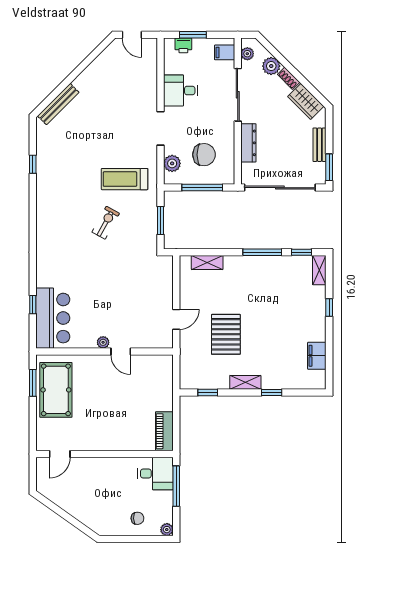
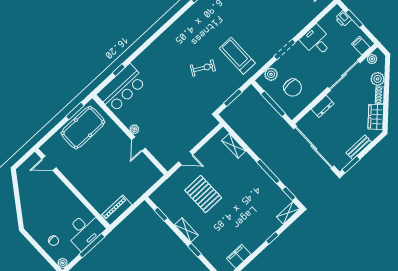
dresser: (248, 143) -> (323, 106), width x0.70
pallet: (226, 334) -> (203, 194), turned 90
desk: (155, 473) -> (85, 230), width x1.37

